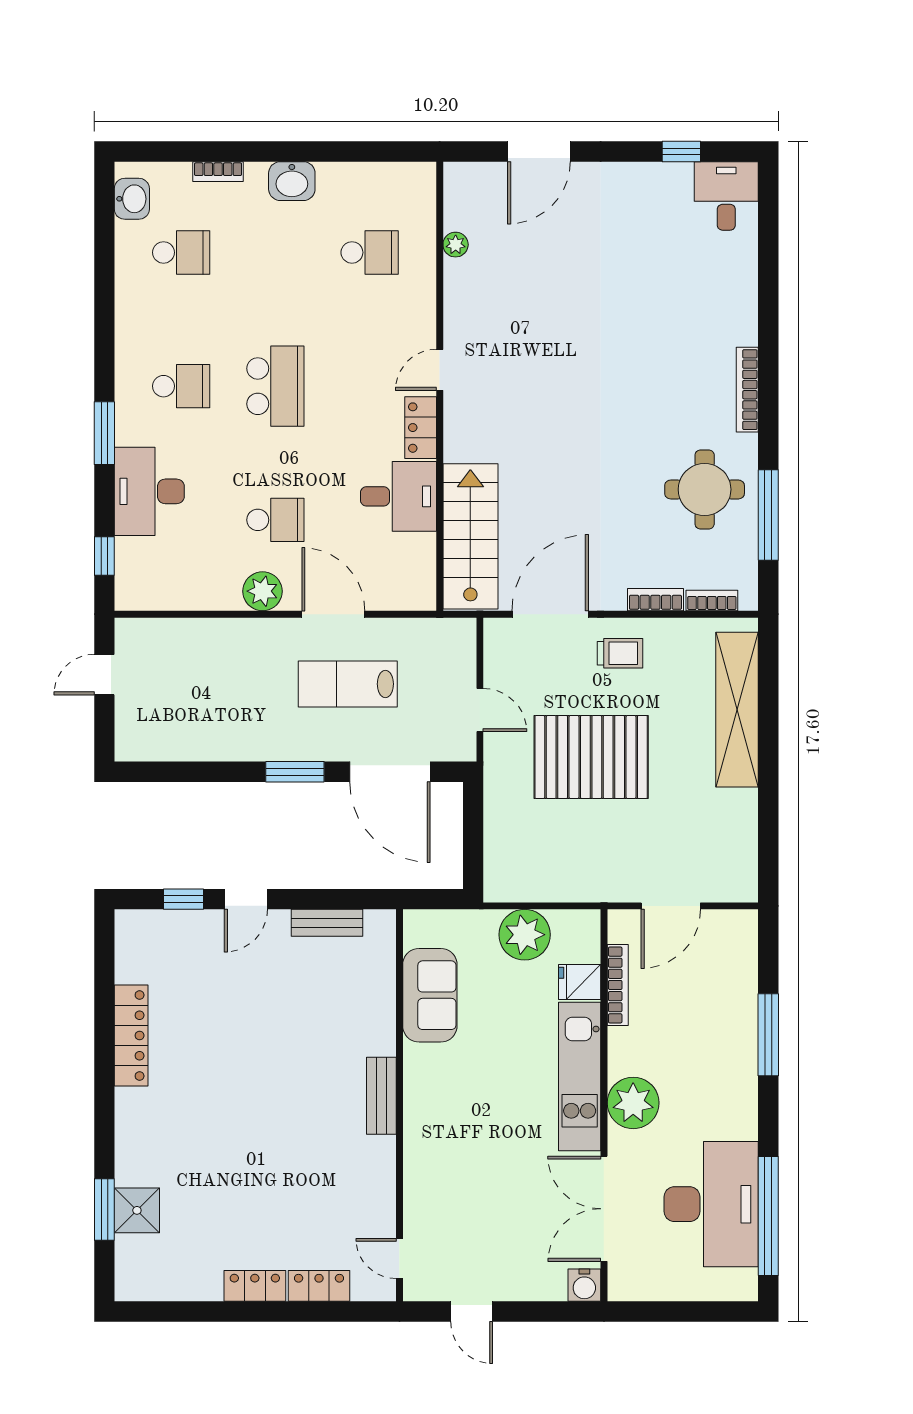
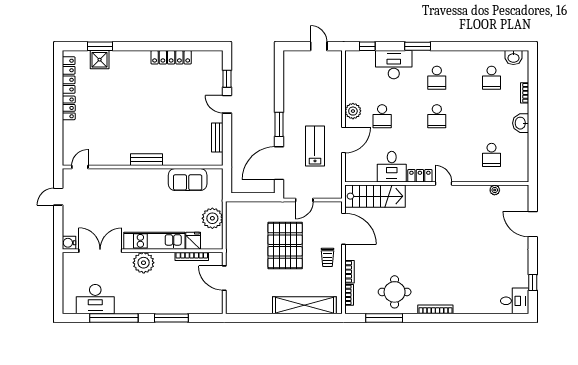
school desk: (275, 386) -> (437, 116), width x0.54
desk: (711, 1204) -> (95, 299), width x0.73, depth x0.77
window: (768, 1216) -> (114, 318), moved
locker: (319, 1286) -> (69, 75), moved, width x1.53

